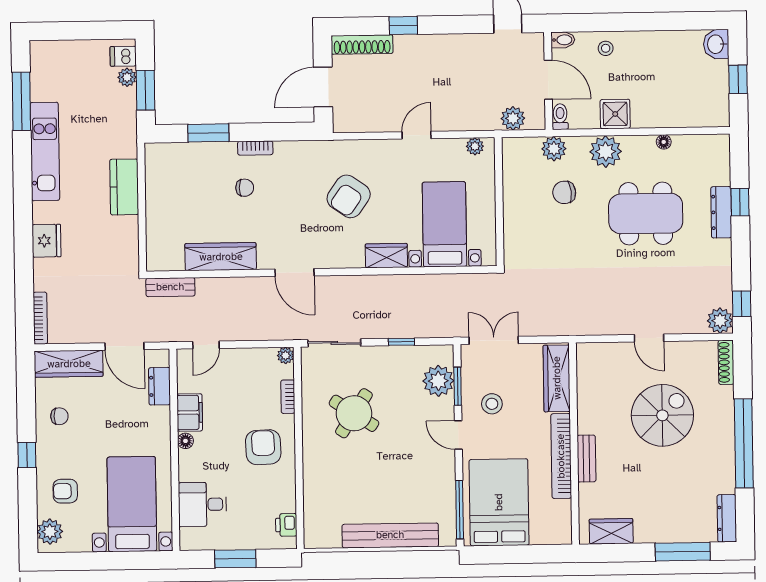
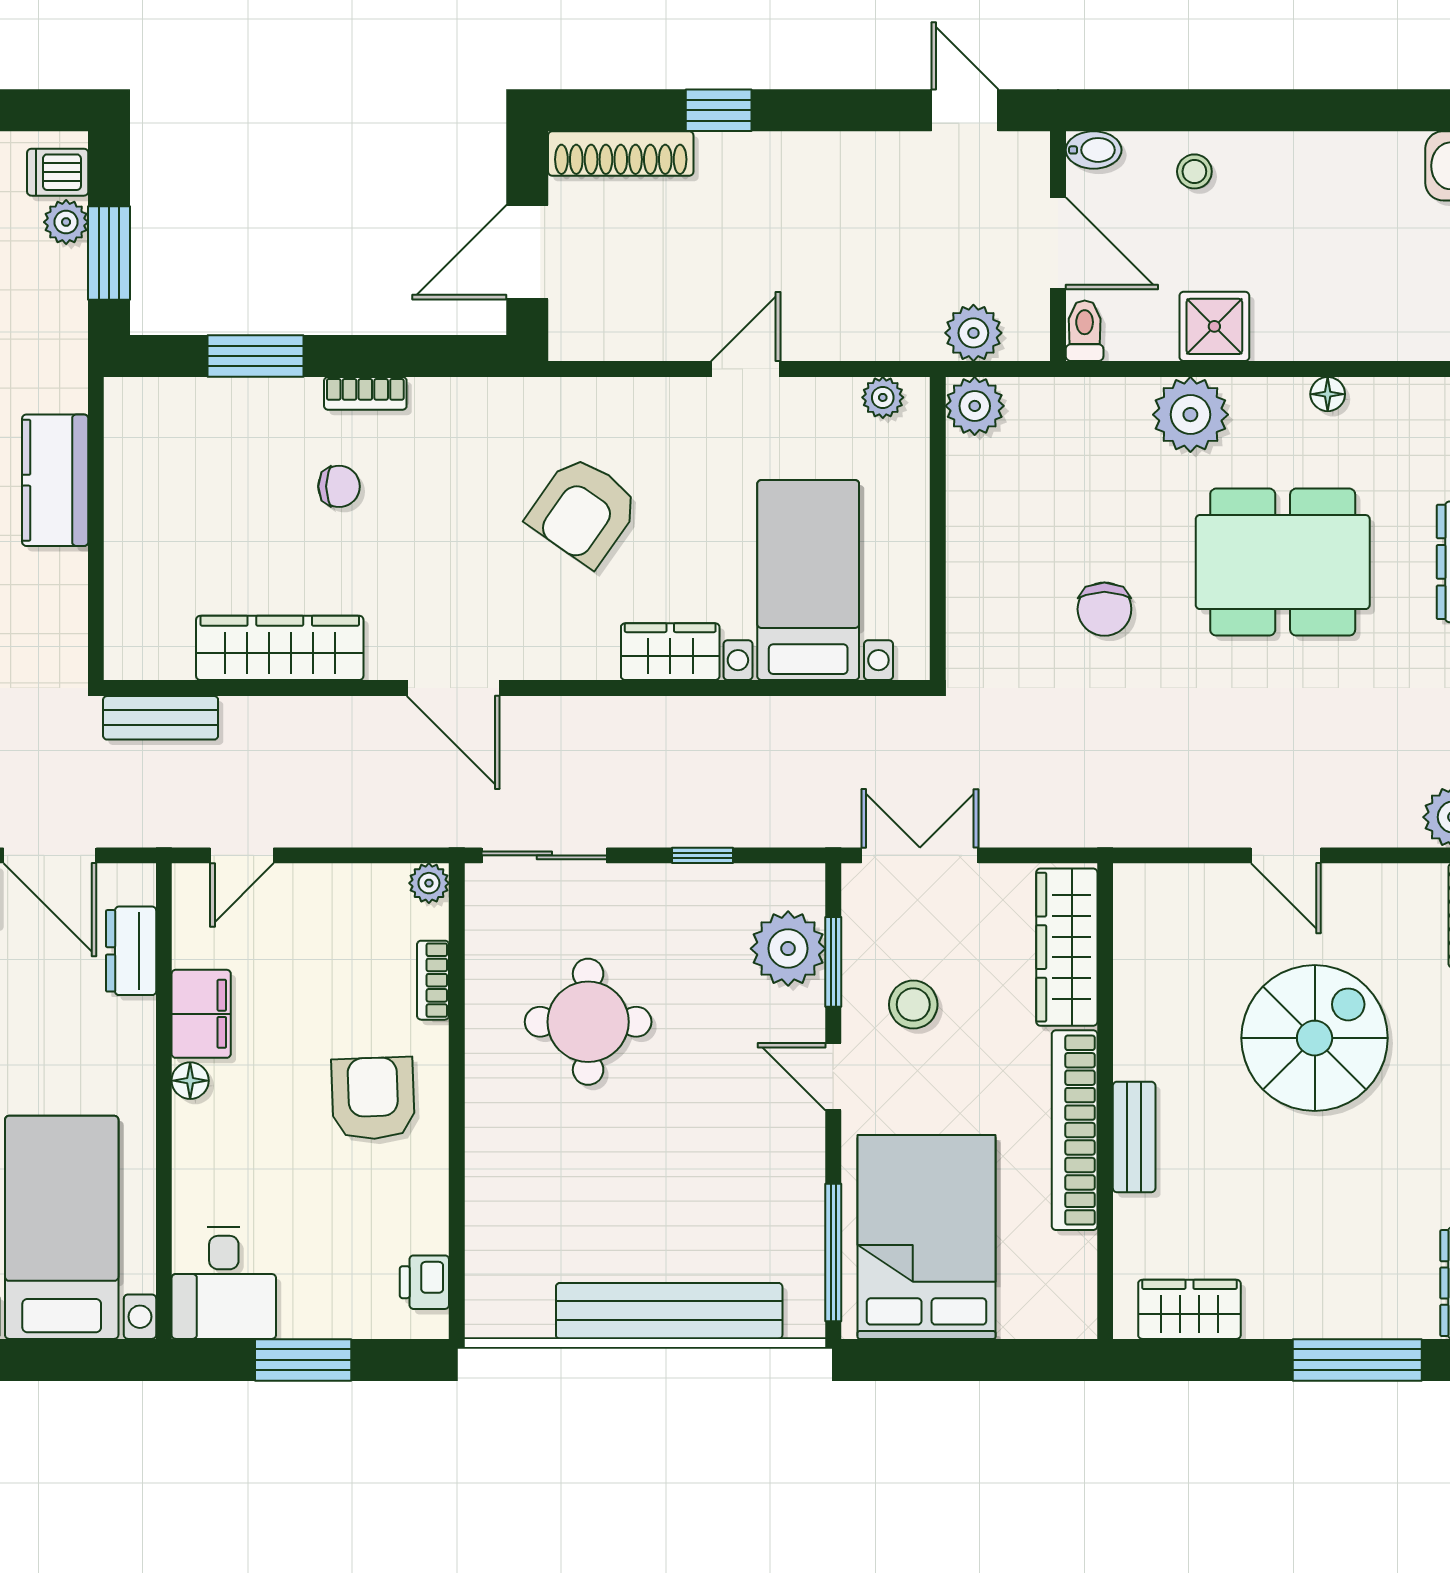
plant: (554, 149) -> (975, 406), moved
chair: (564, 192) -> (1104, 609), moved, turned -84
round table: (354, 413) -> (588, 1022), turned -33
desk: (202, 504) -> (224, 1283), moved, turned -90

